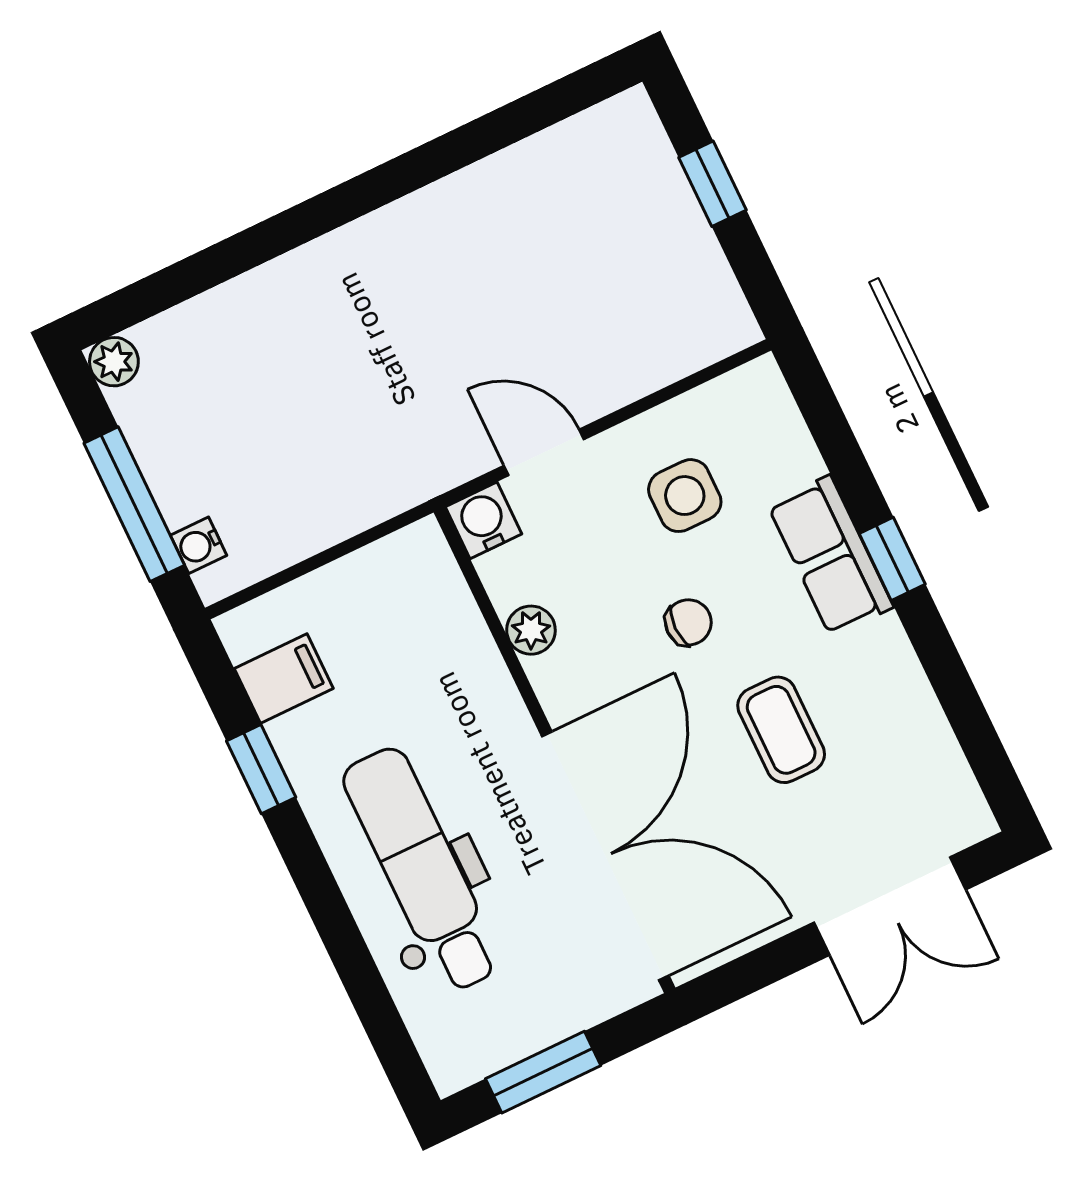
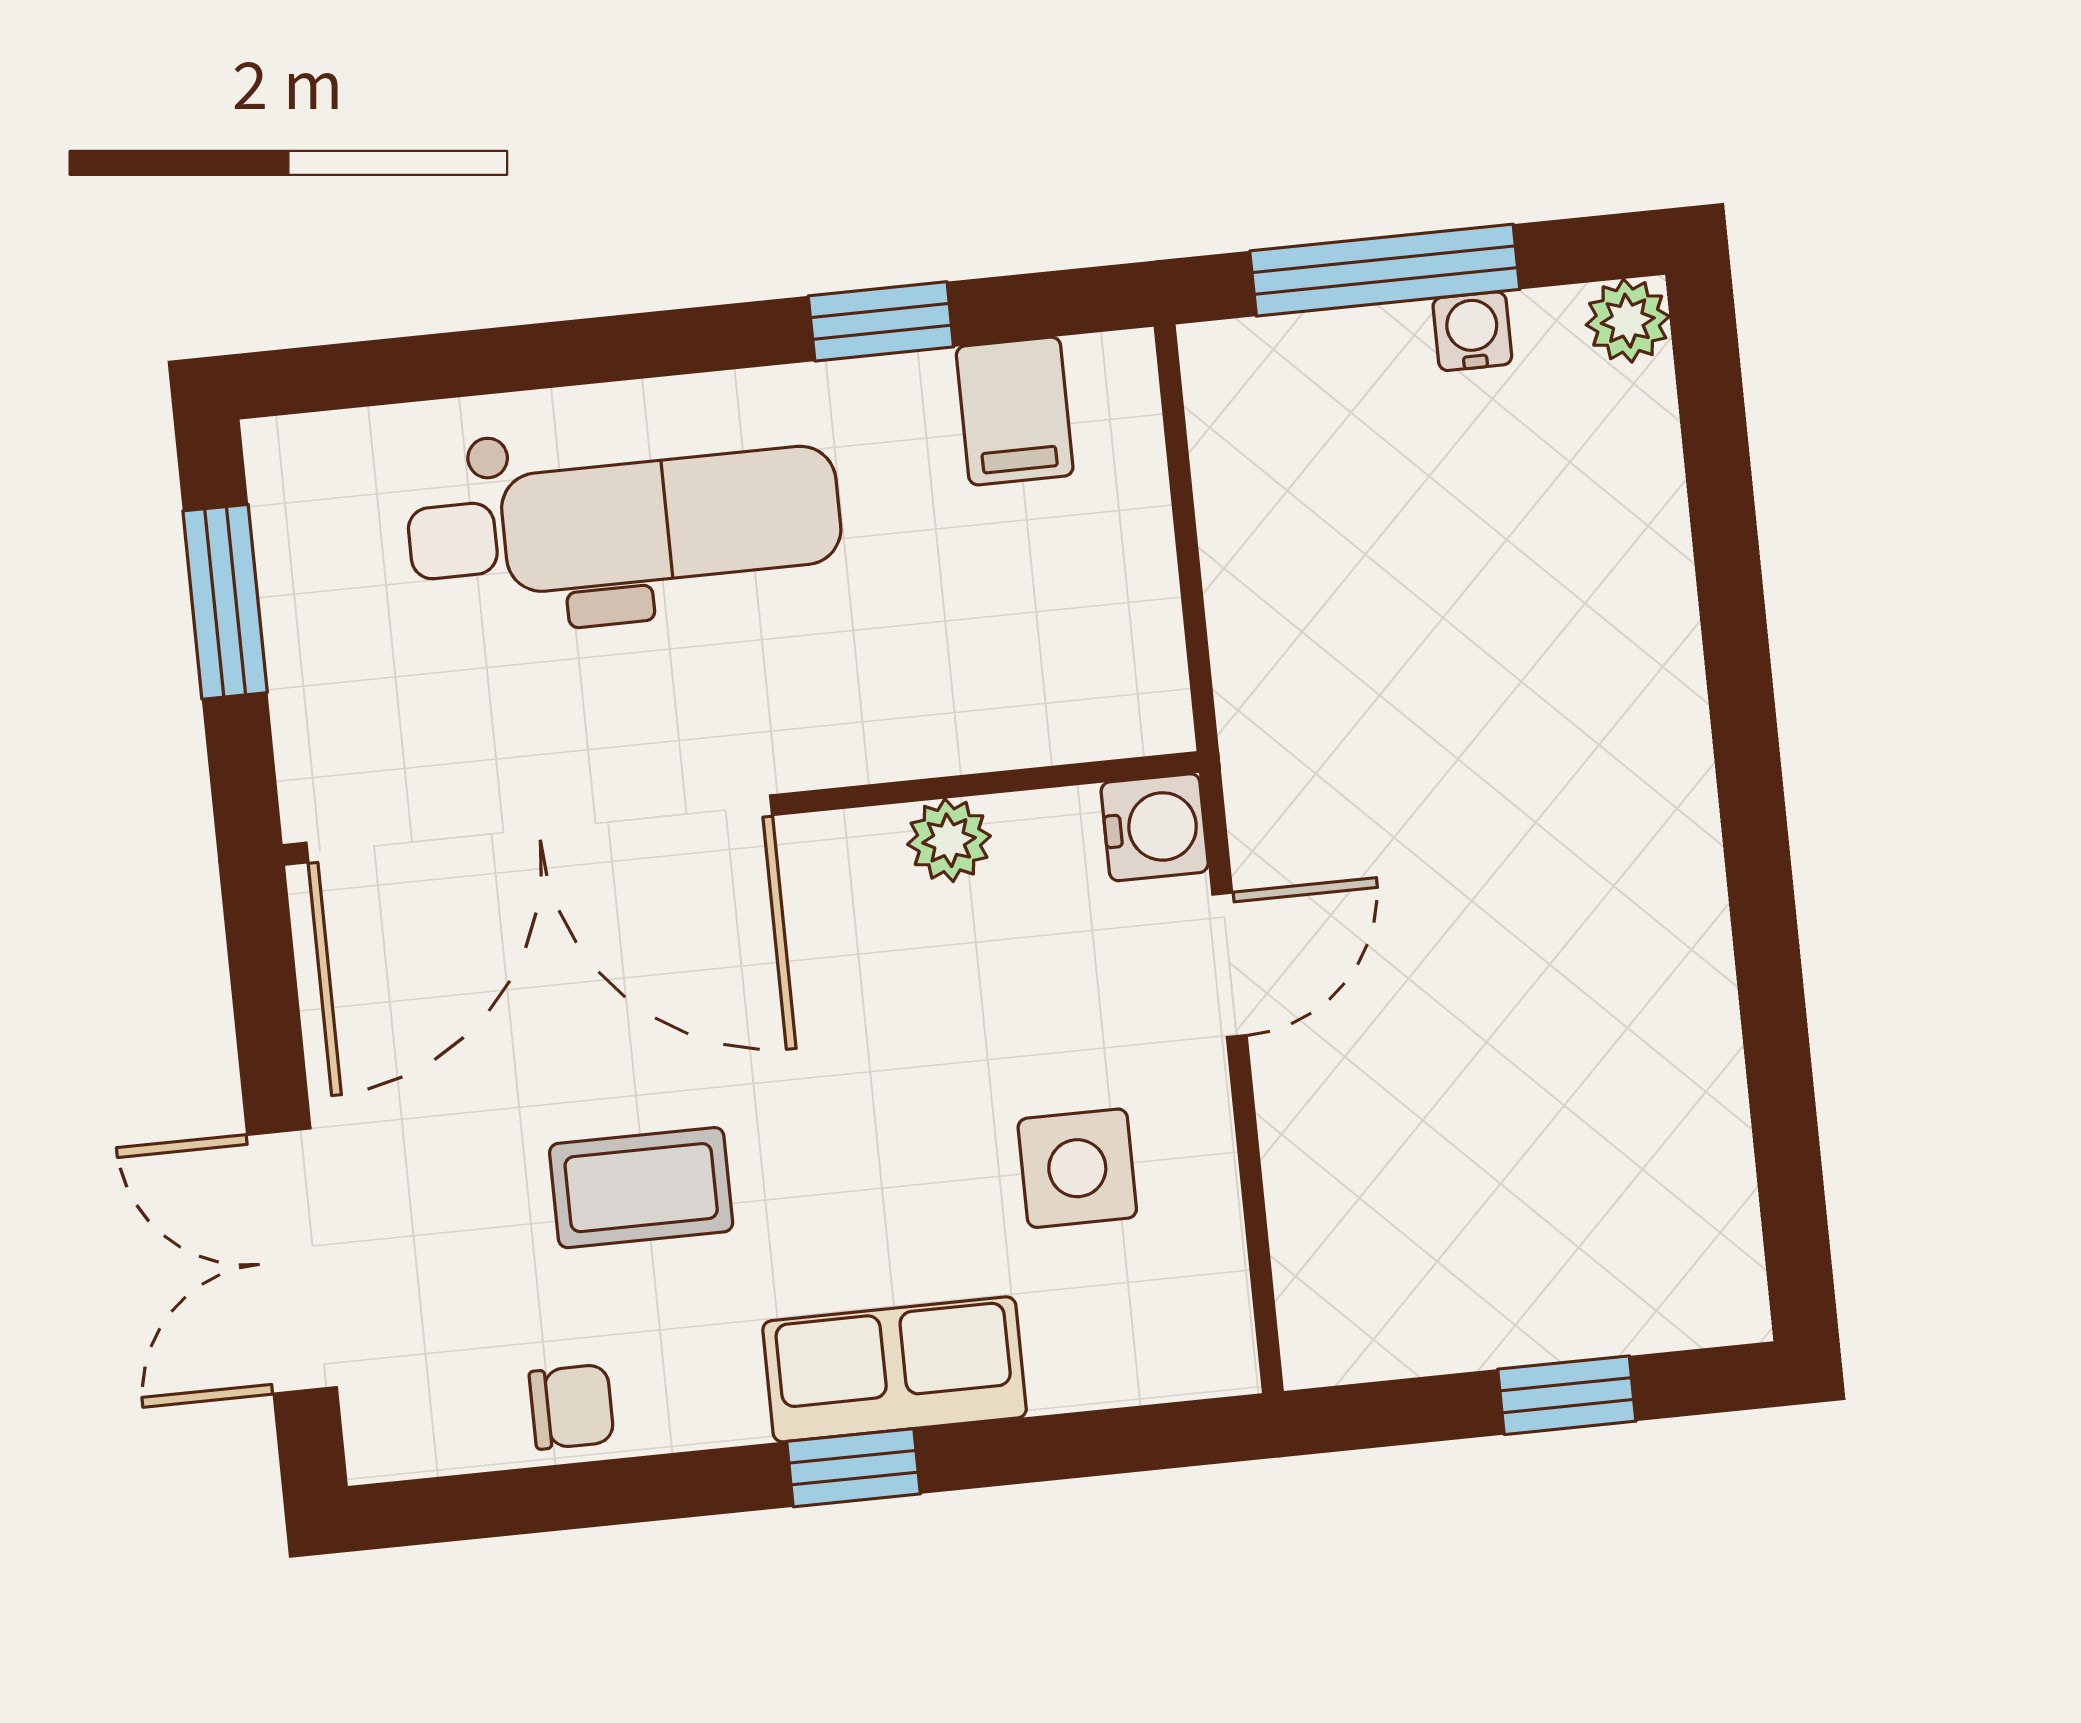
water cooler: (199, 545) -> (1472, 331), moved
chair: (688, 622) -> (572, 1407), moved, turned -90

